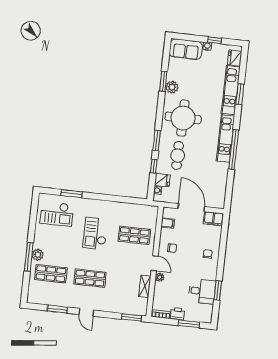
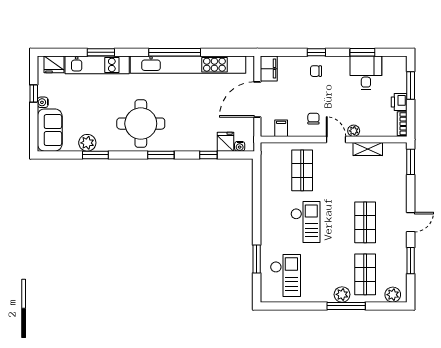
plant: (172, 87) -> (87, 143), moved
kitchen unit: (225, 138) -> (188, 65), width x1.86
window: (157, 141) -> (161, 155), moved
cafe table: (178, 156) -> (191, 125), removed
checkout: (95, 233) -> (305, 222), turned -90
window: (222, 256) -> (316, 52), added
door: (155, 263) -> (336, 140), hinge flipped
plant: (33, 293) -> (393, 295), added

